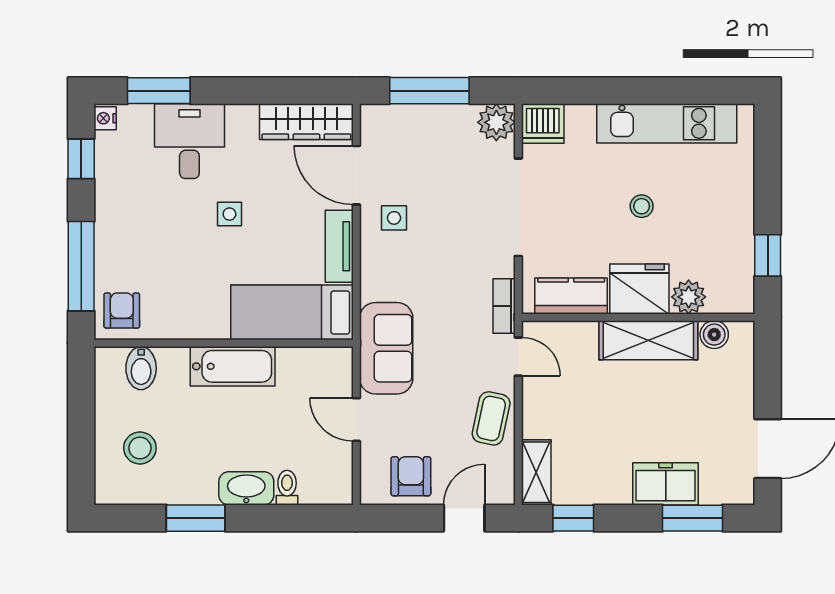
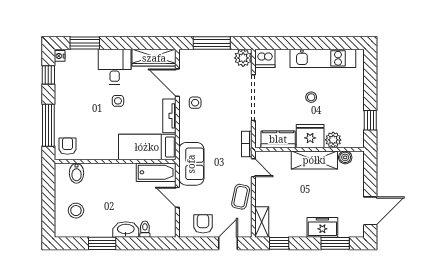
desk: (189, 141) -> (115, 67), moved
bathtub: (233, 366) -> (156, 172), moved

